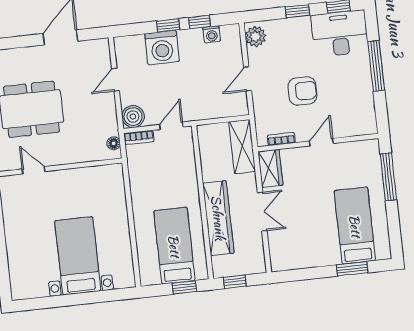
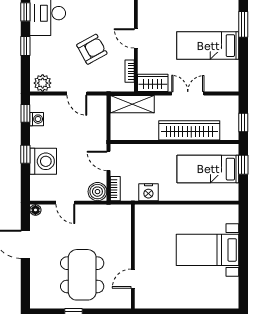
window: (199, 22) -> (25, 113), moved
armchair: (302, 91) -> (92, 49), turned 61
floor lamp: (114, 143) -> (35, 210), moved
nightstand: (139, 178) -> (148, 192), added
bed: (355, 226) -> (208, 46), moved

